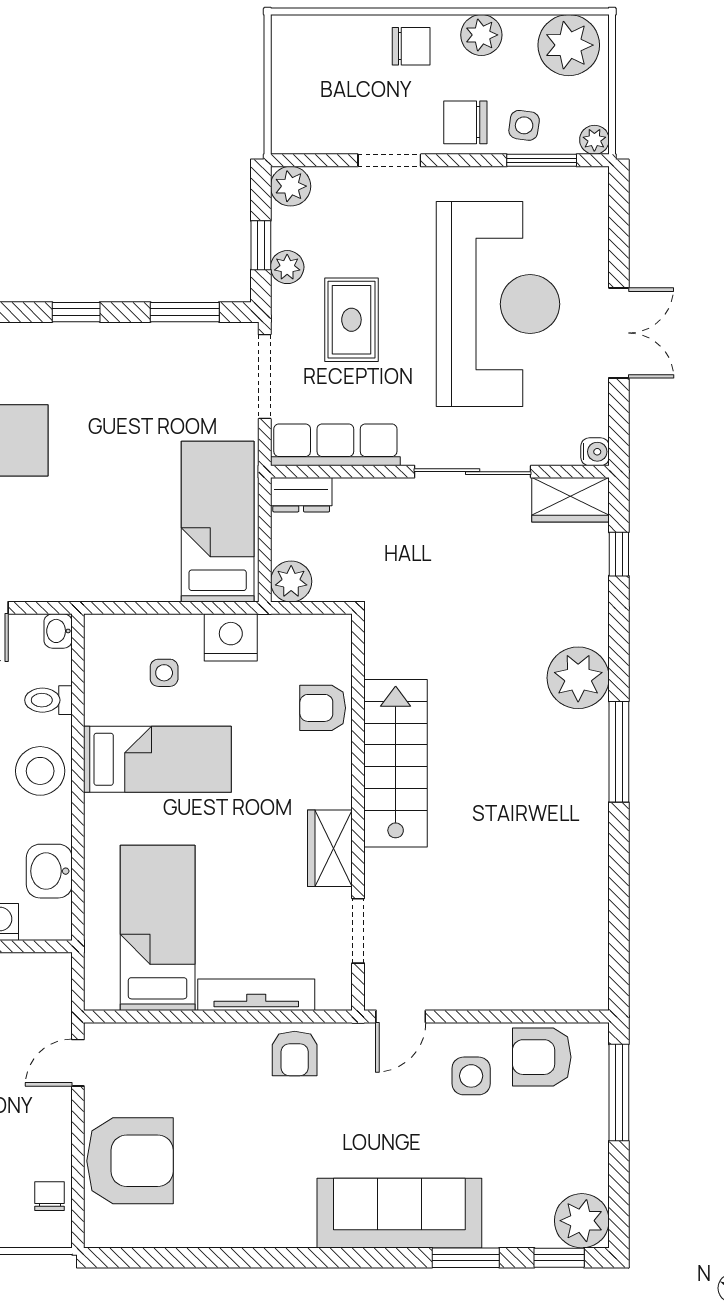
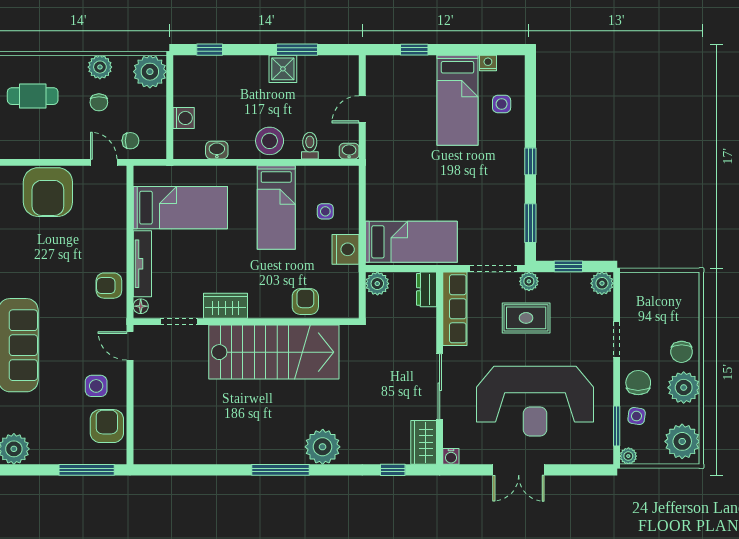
plant: (481, 35) -> (684, 388), width x1.36, depth x1.36
plant: (287, 267) -> (529, 281), moved
stairs: (396, 763) -> (274, 352), width x1.36, depth x1.51
washbasin: (49, 871) -> (217, 150), width x0.72, depth x0.69
floor lamp: (331, 997) -> (141, 306), added
chair: (50, 1196) -> (130, 141), moved

